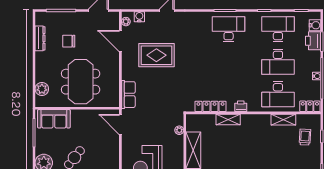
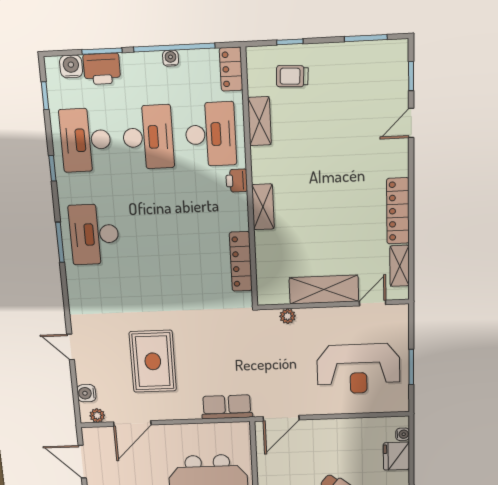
printer: (241, 106) -> (237, 181), moved
shelving: (228, 119) -> (263, 207), moved

